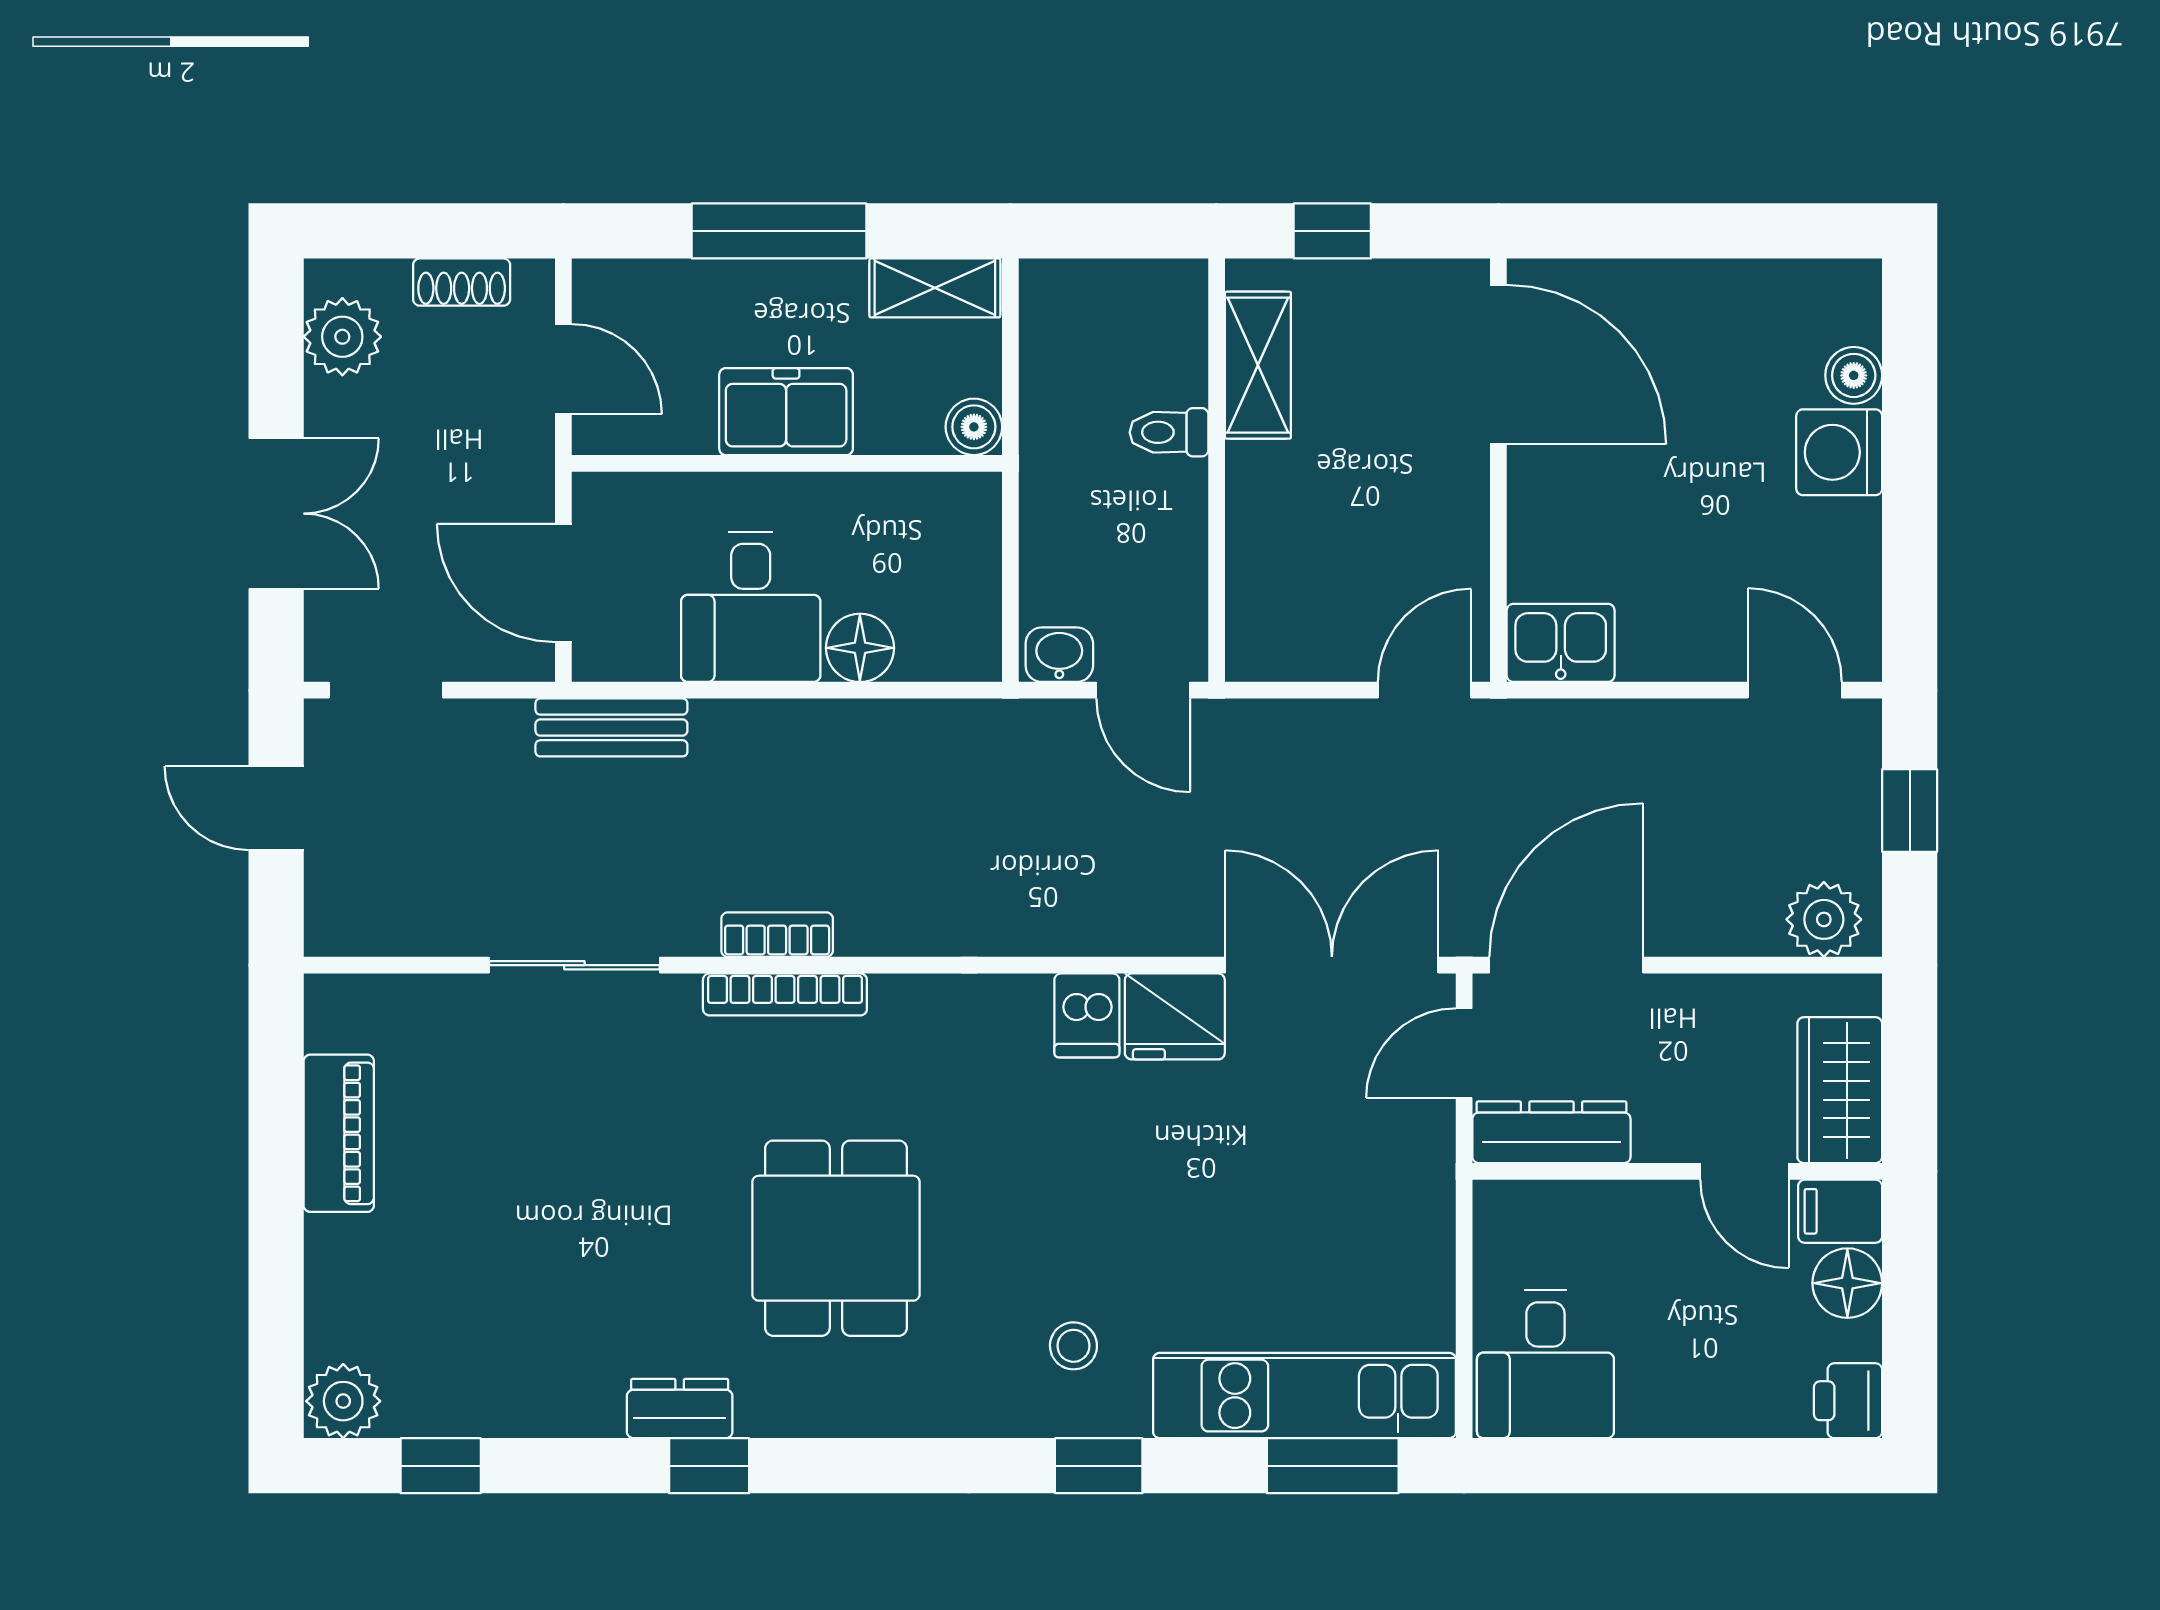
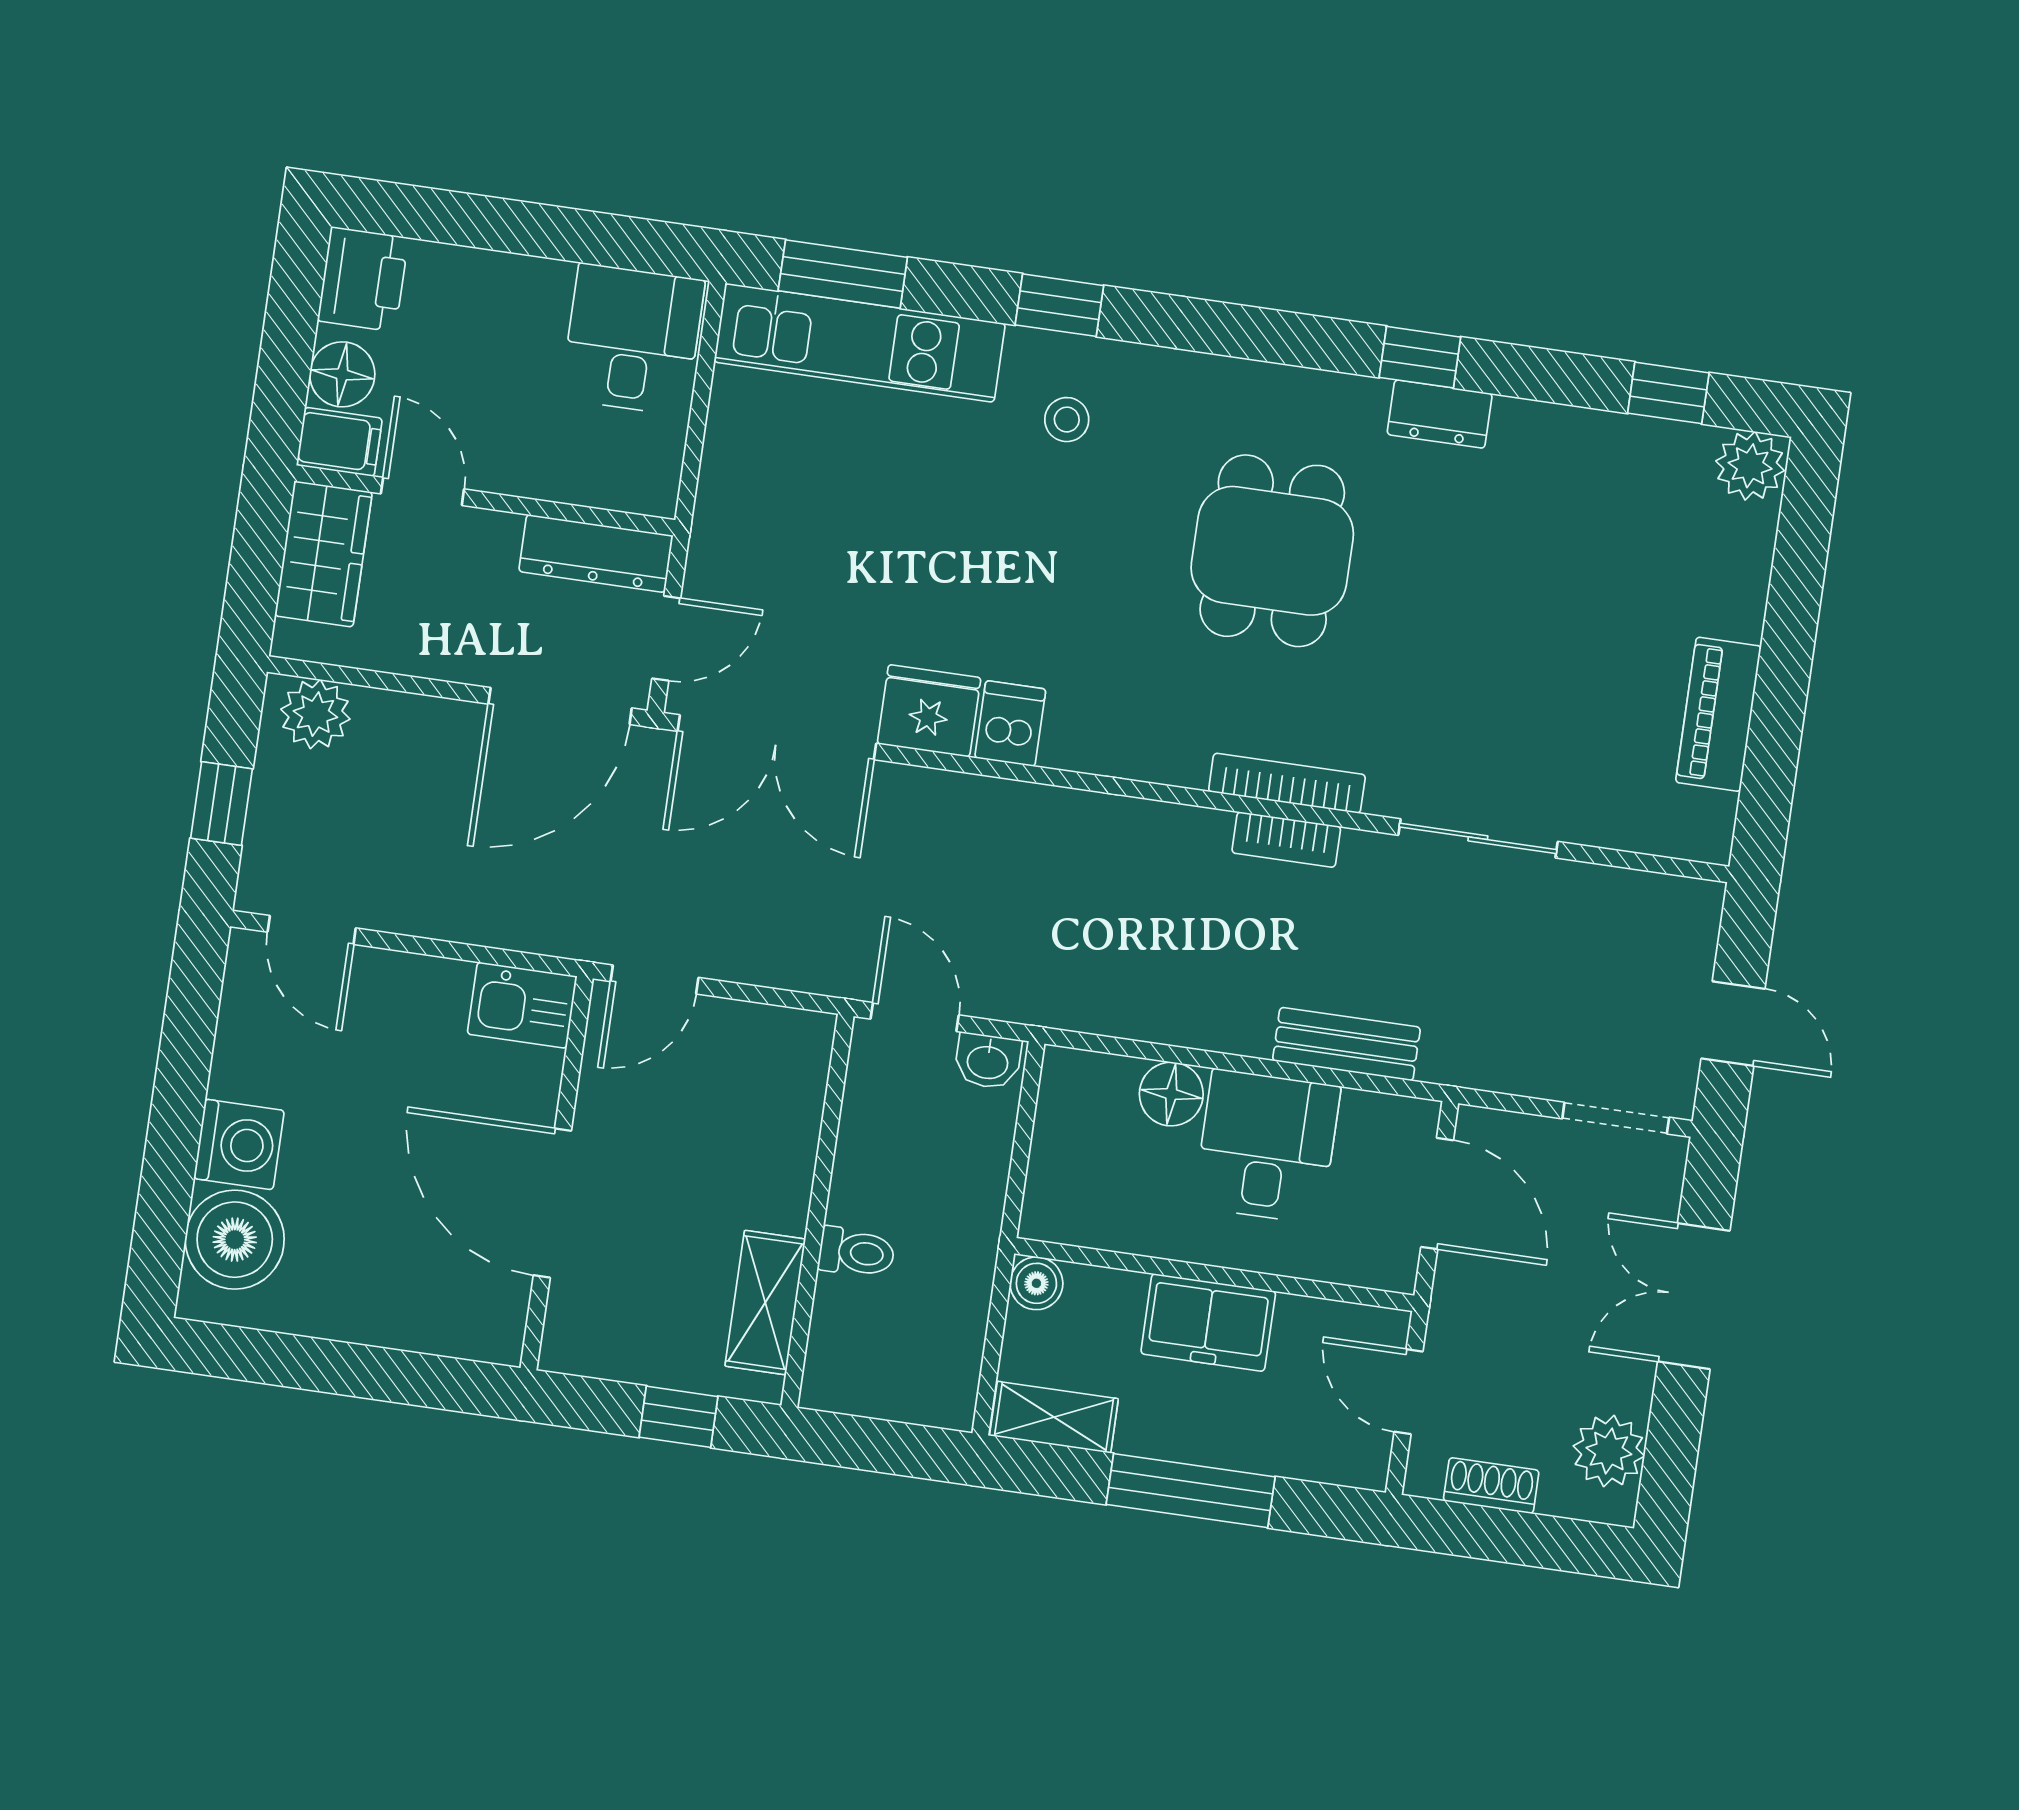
door: (1498, 365) -> (552, 1203), moved
boiler: (1854, 375) -> (235, 1240), width x1.86, depth x1.86
bench: (611, 727) -> (1346, 1044), moved
printer: (1848, 1401) -> (363, 279), width x1.36, depth x1.24

